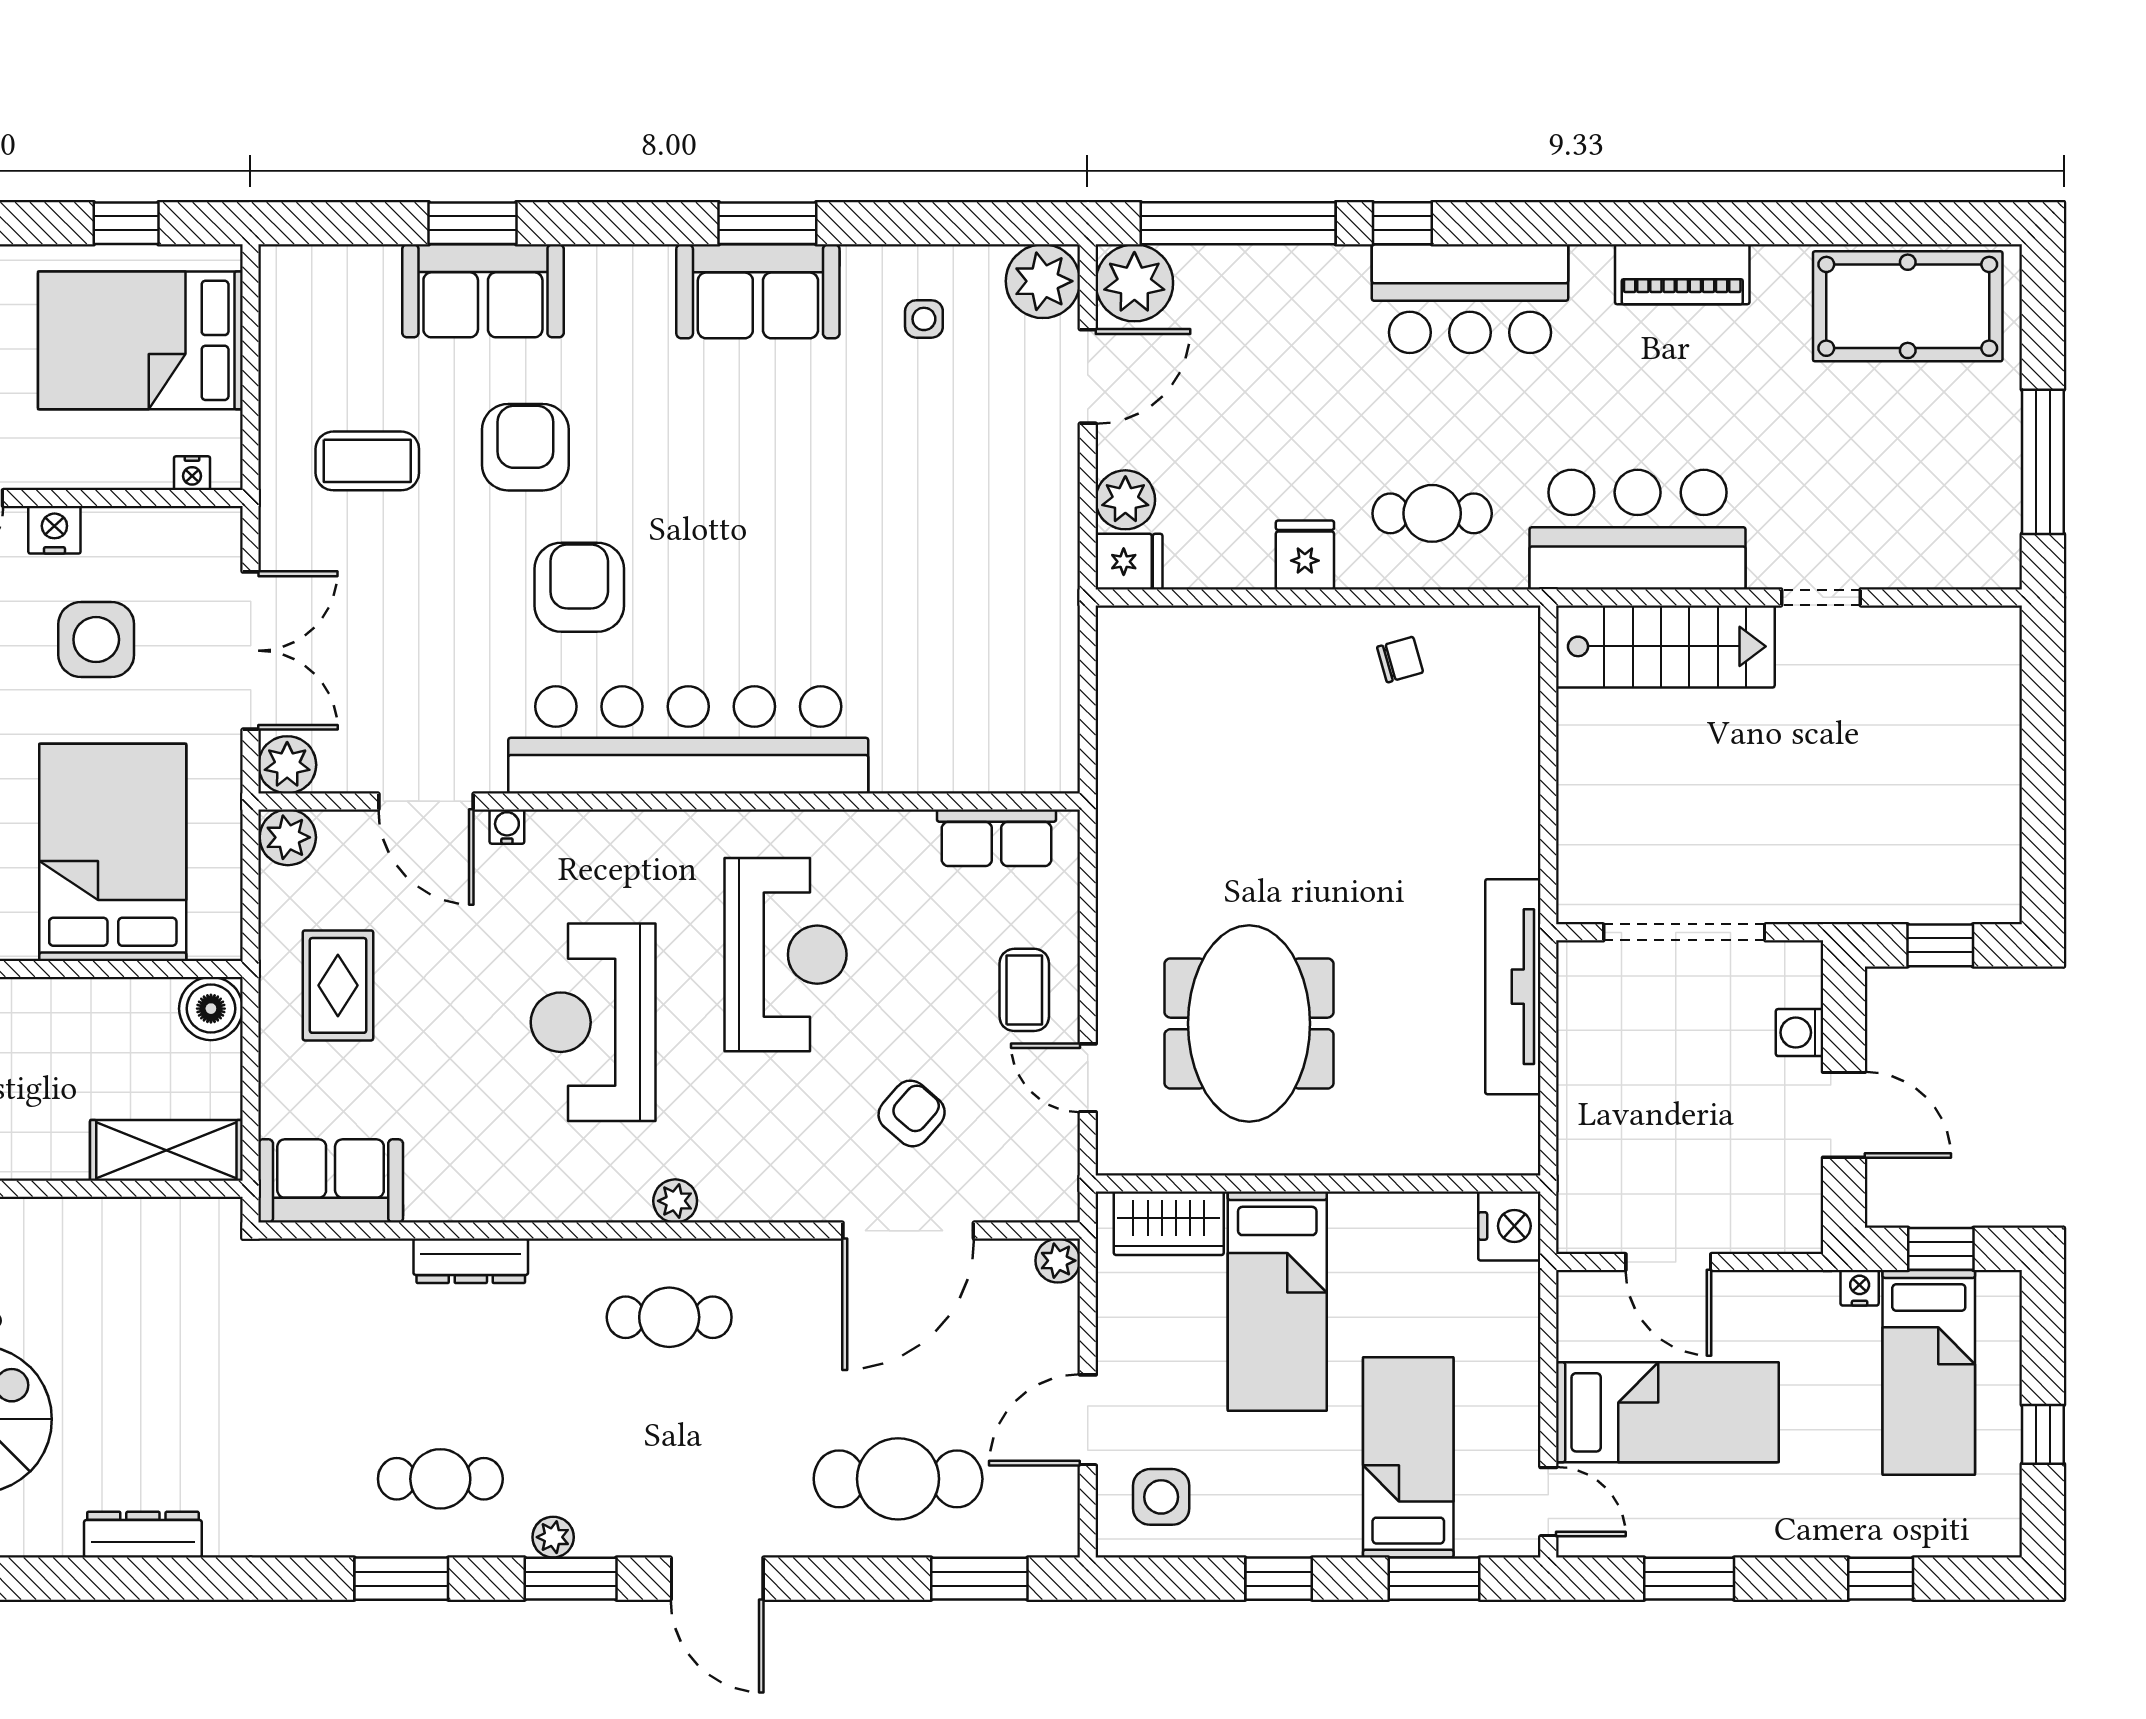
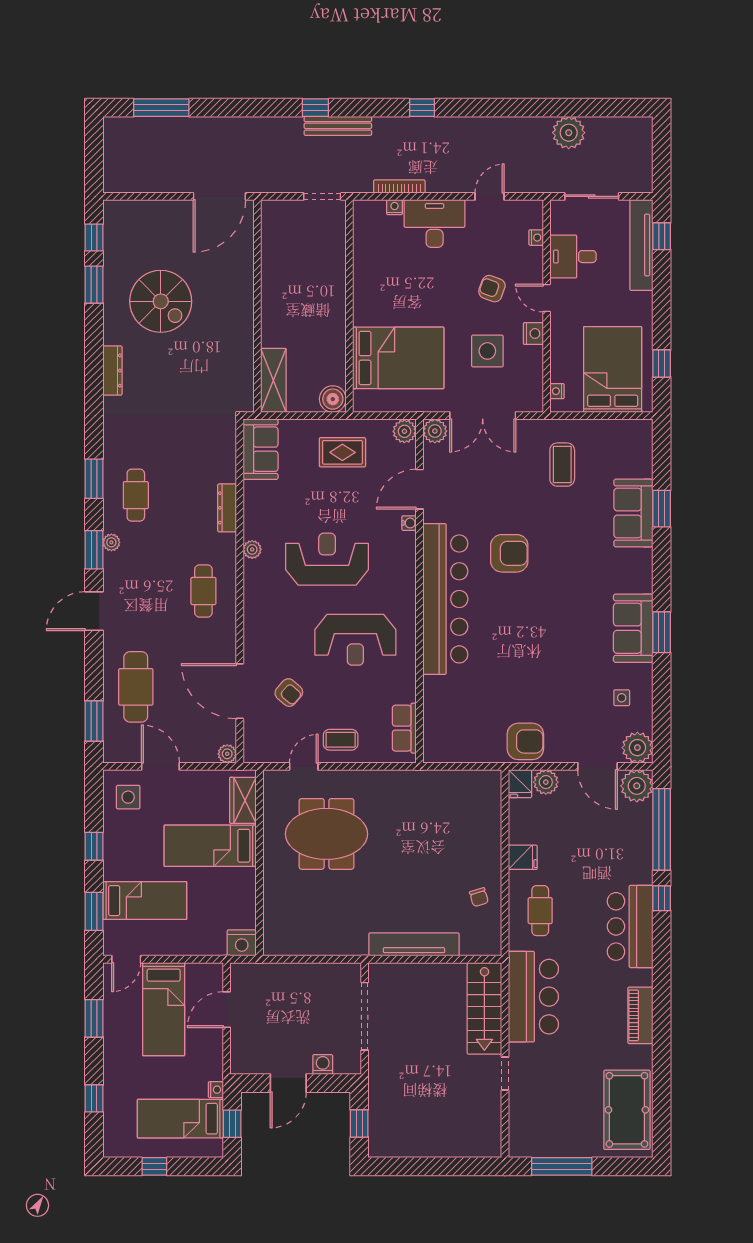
armchair: (525, 447) -> (525, 741), moved
tv unit: (1513, 987) -> (414, 944), moved
plant: (675, 1201) -> (252, 549), moved

